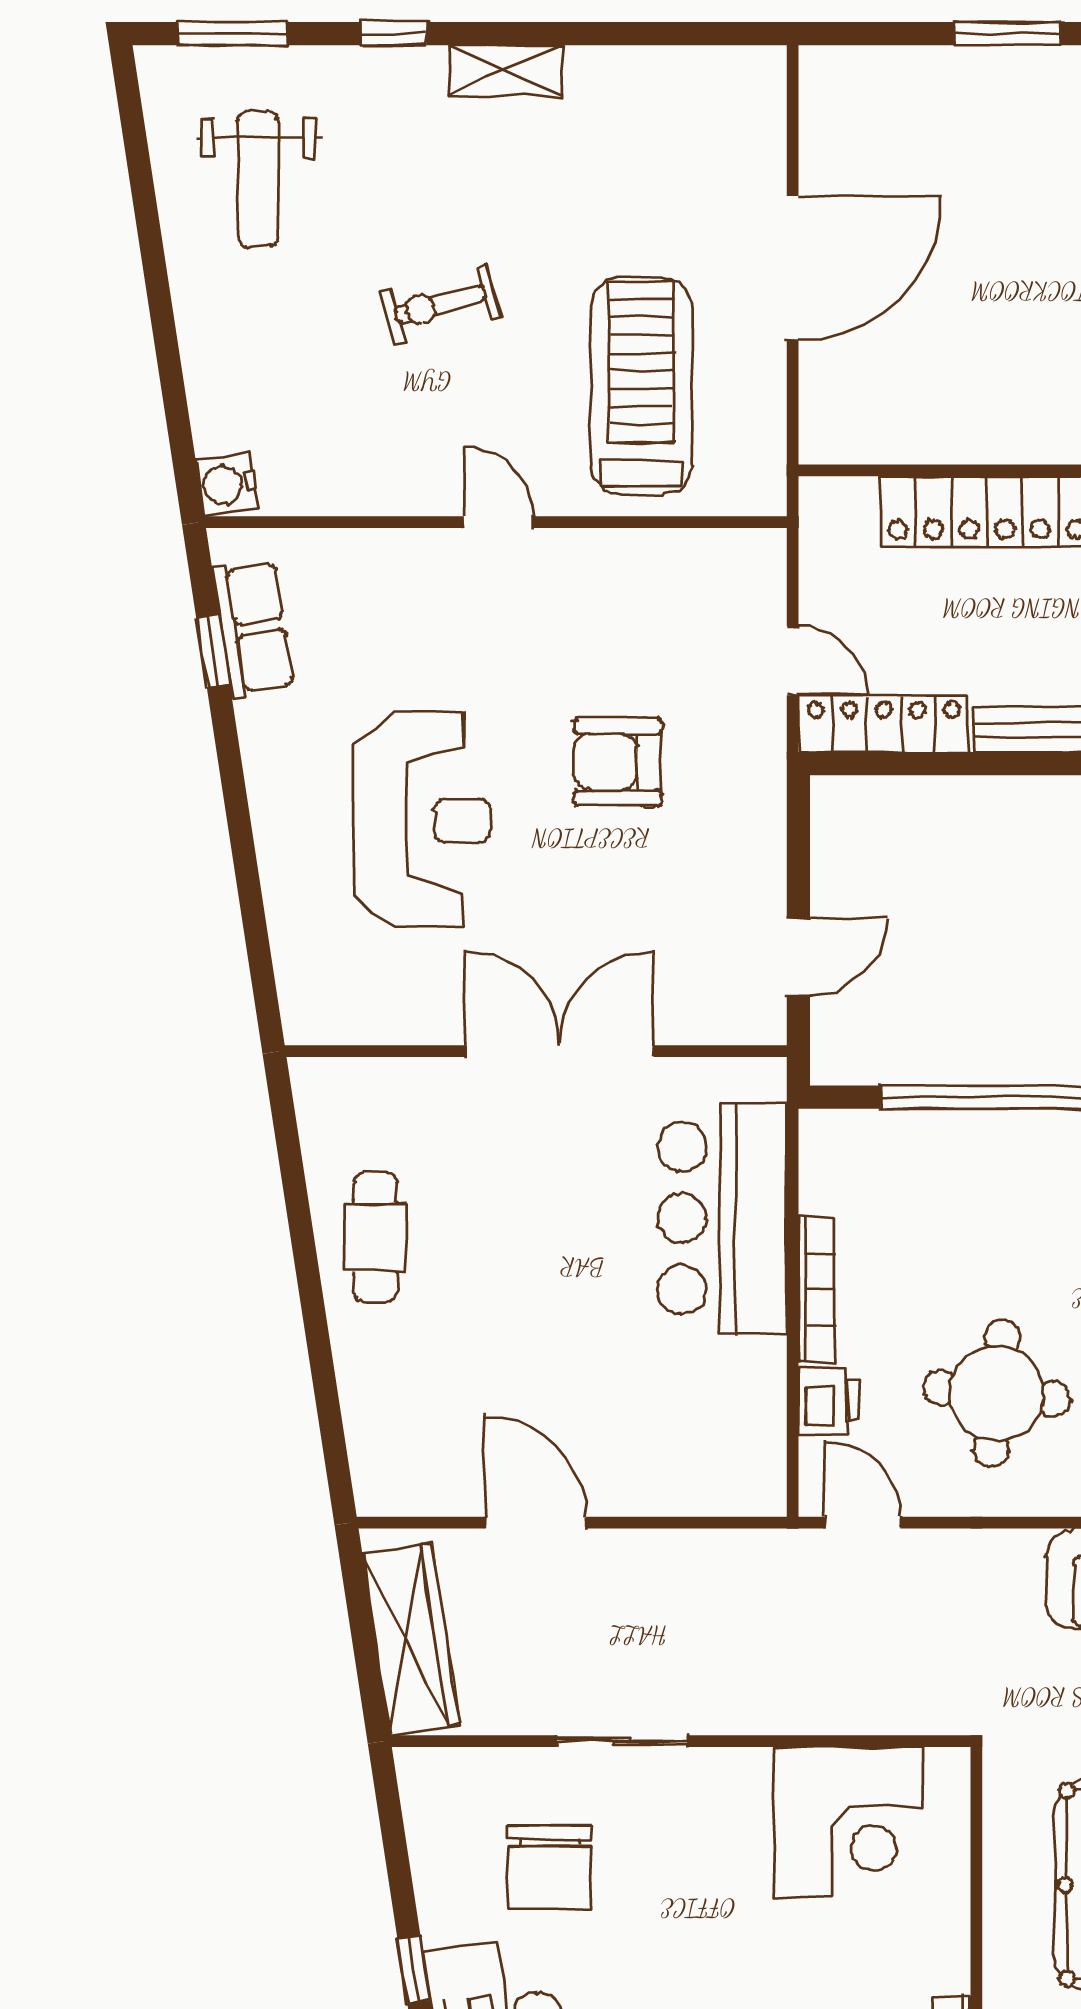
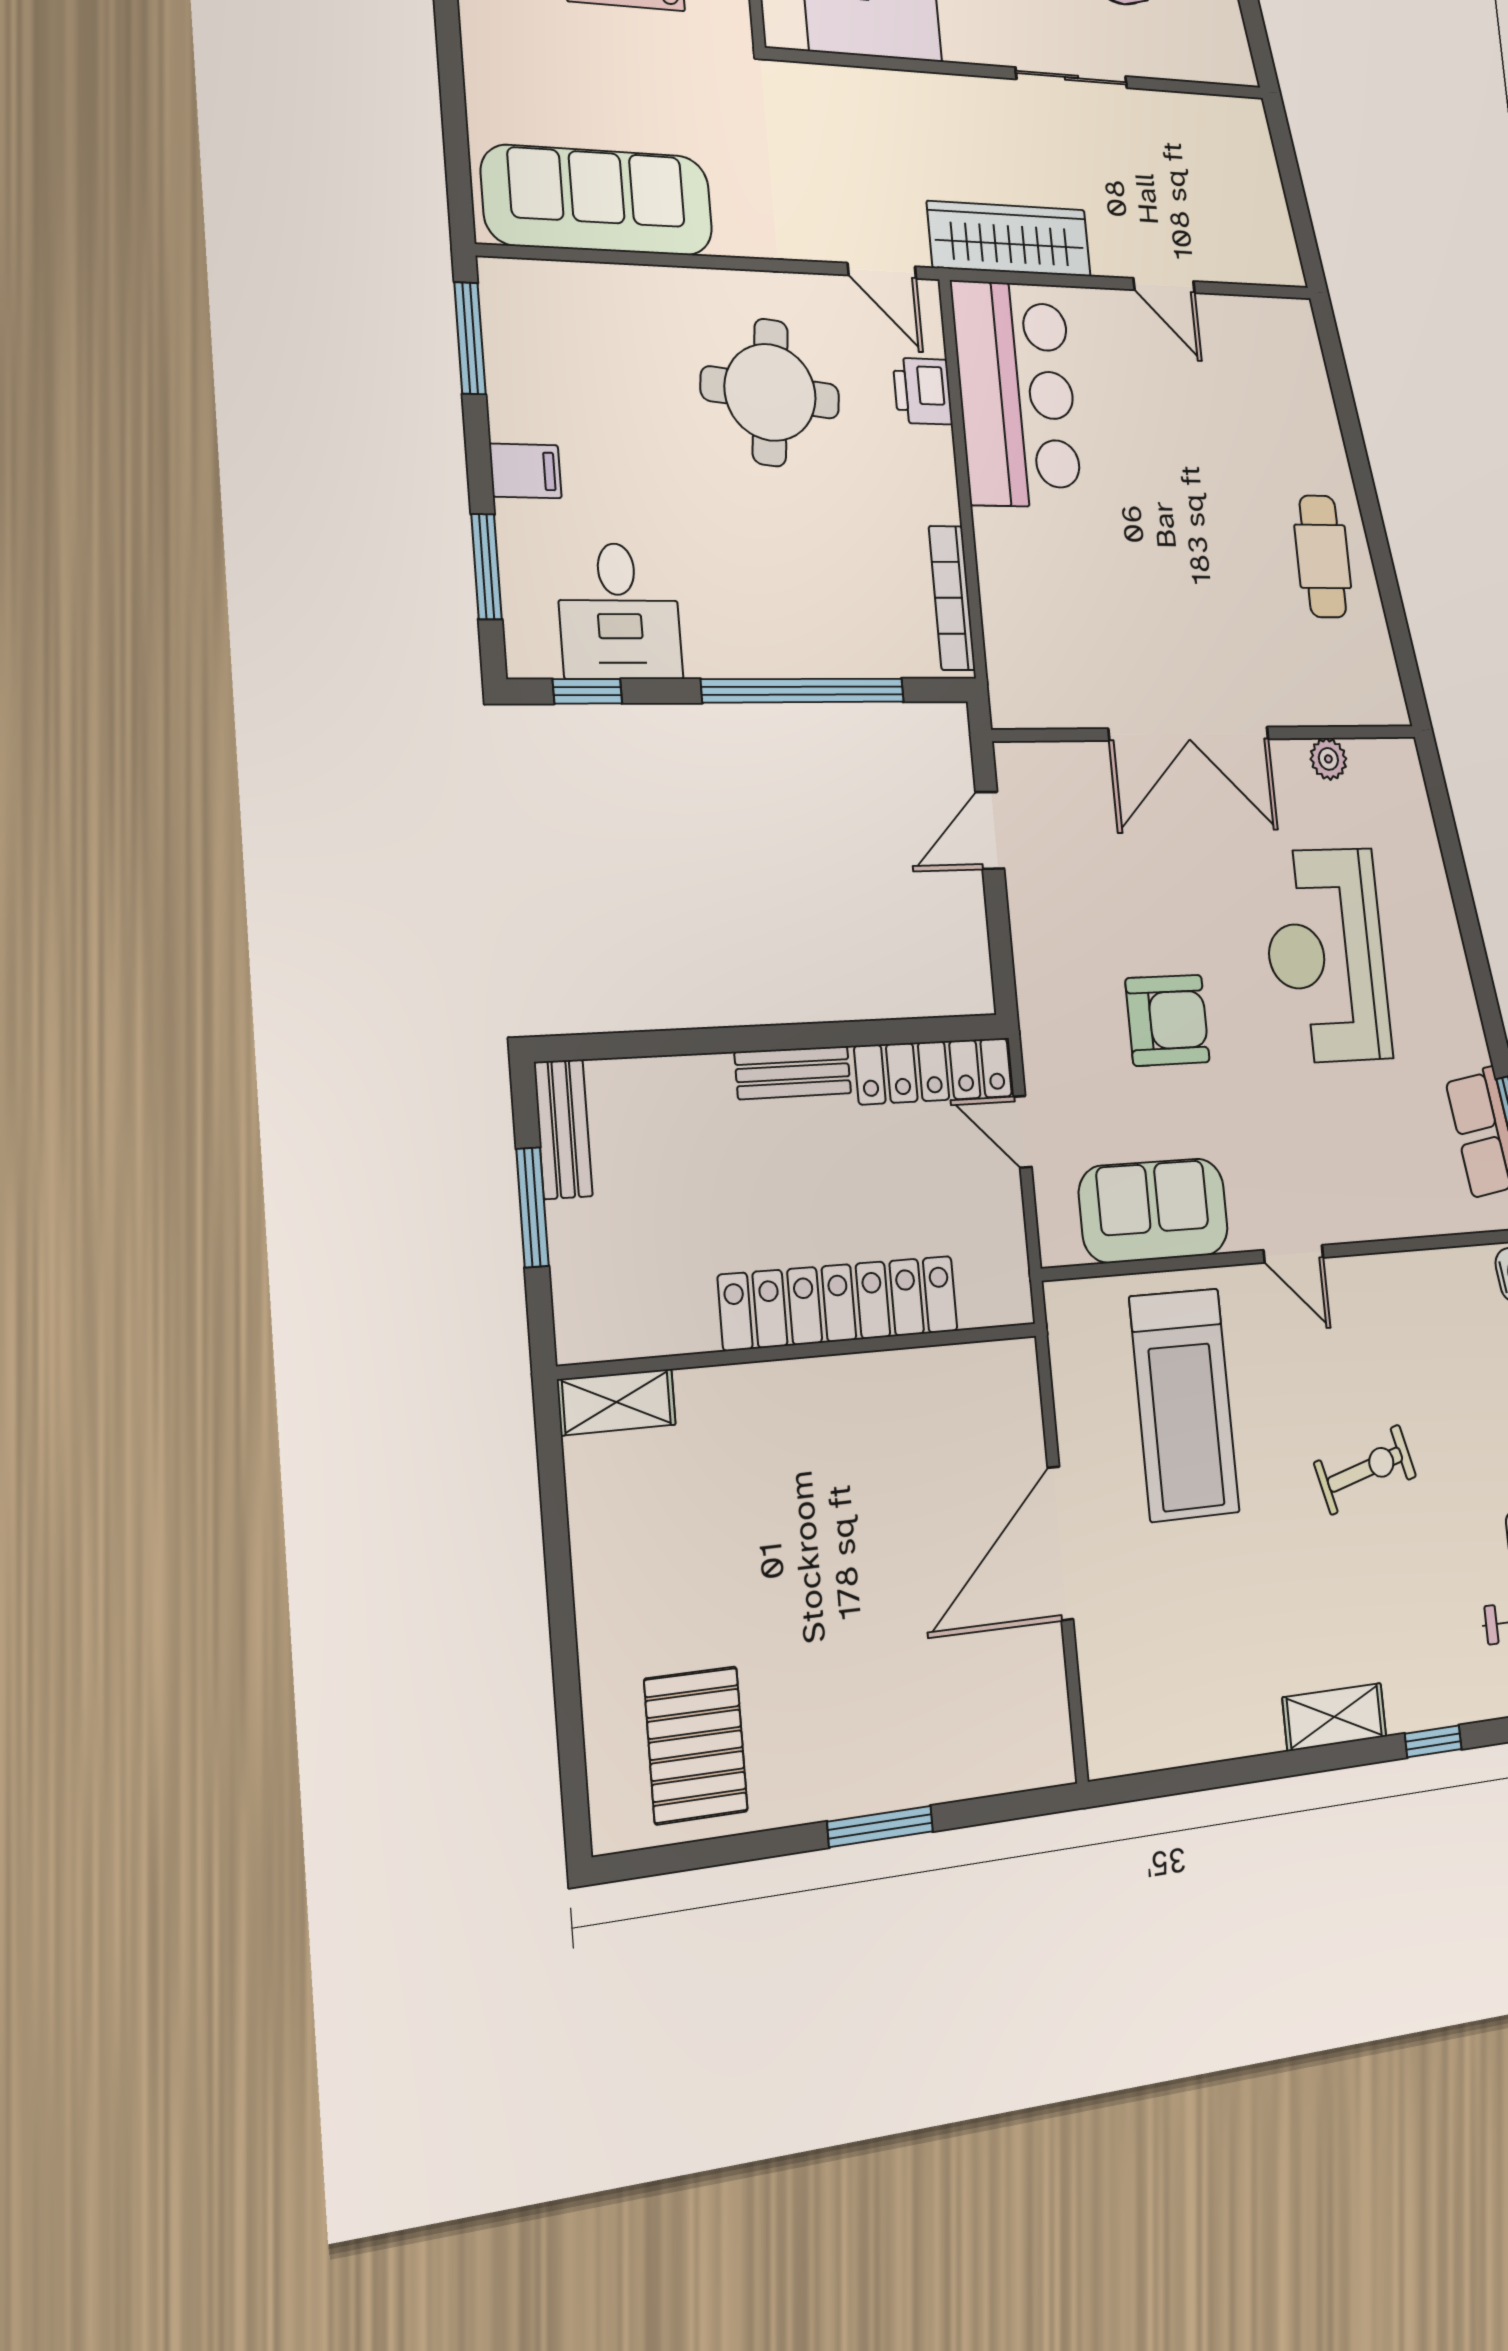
sofa: (655, 576) -> (1154, 1210), added
plant: (395, 1023) -> (1328, 759), added
bar counter: (722, 1218) -> (1017, 394), moved
bookcase: (817, 1289) -> (952, 598), moved
door: (535, 1523) -> (1164, 286), width x0.73
wardrobe: (411, 1639) -> (1009, 239), moved, turned 99

